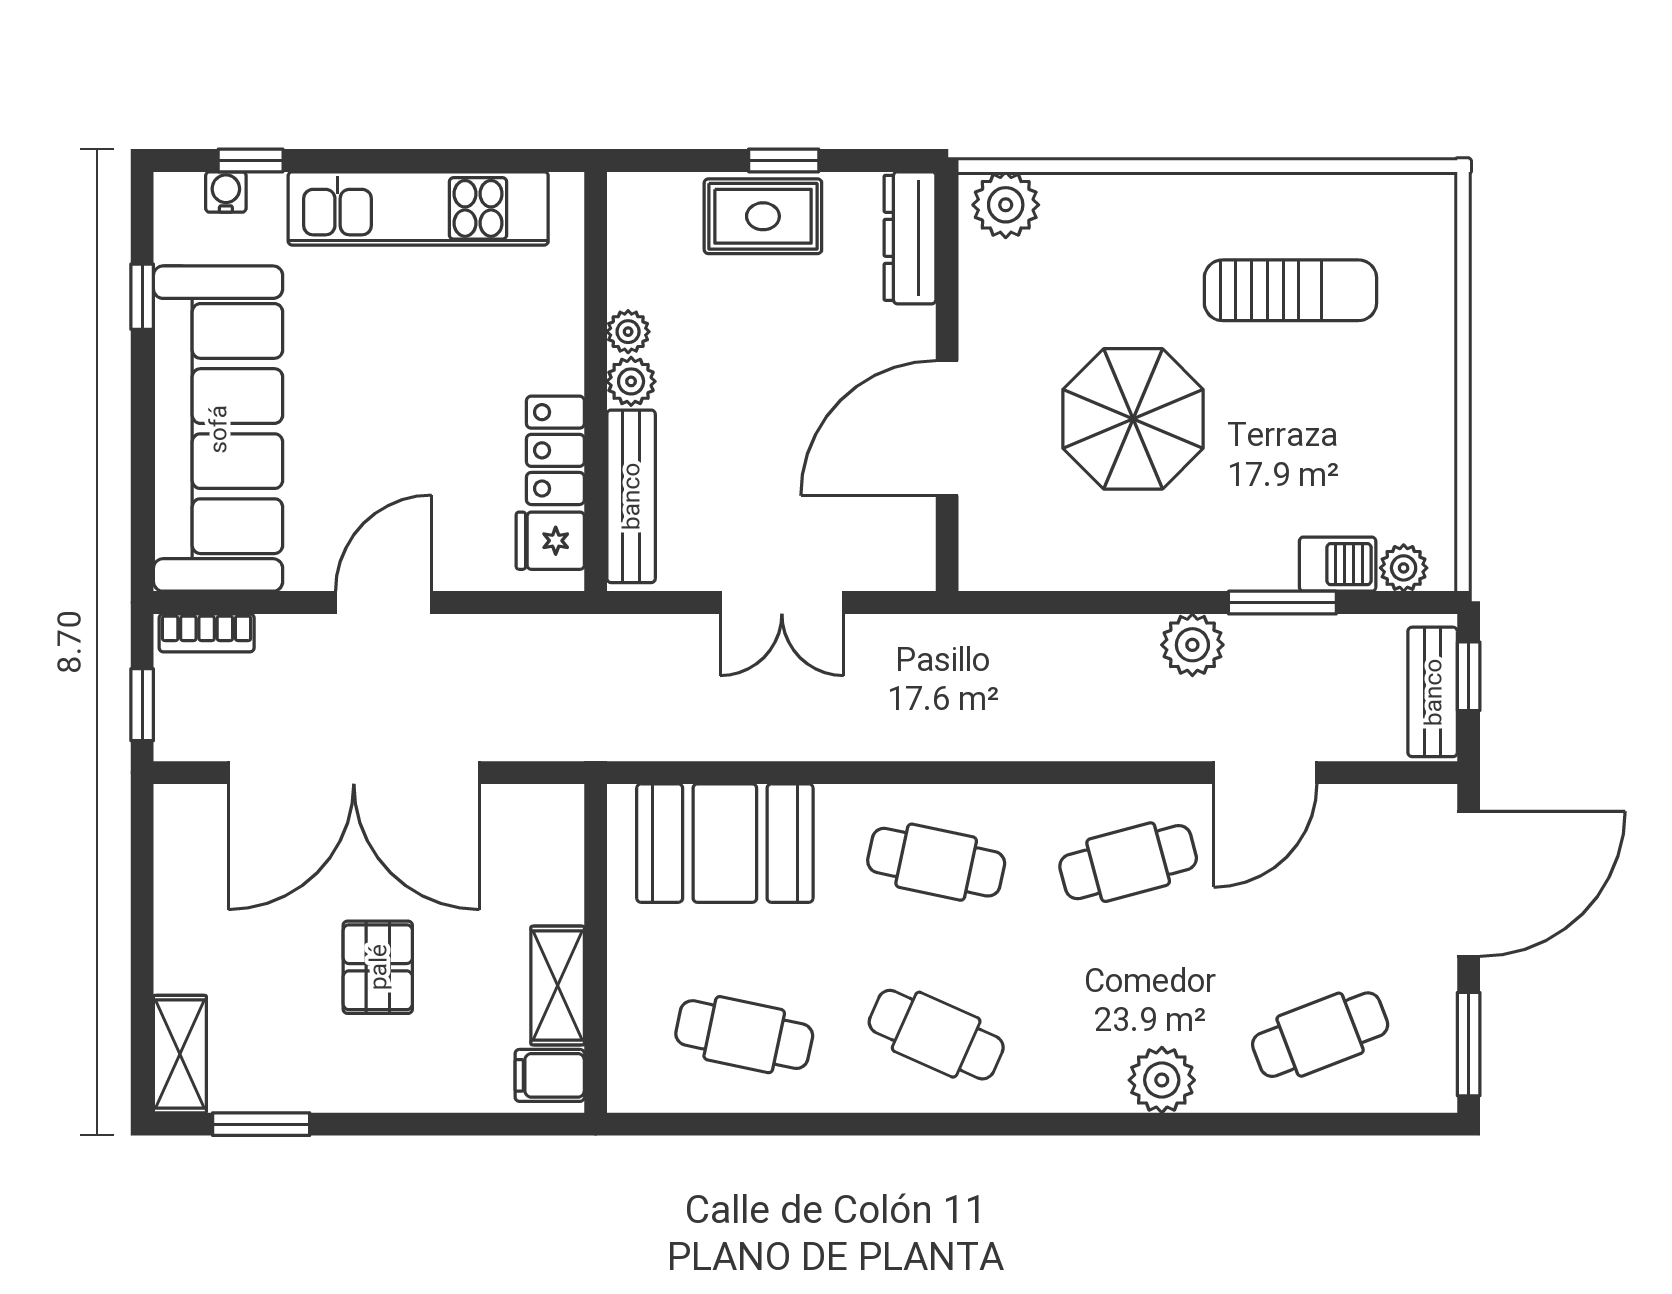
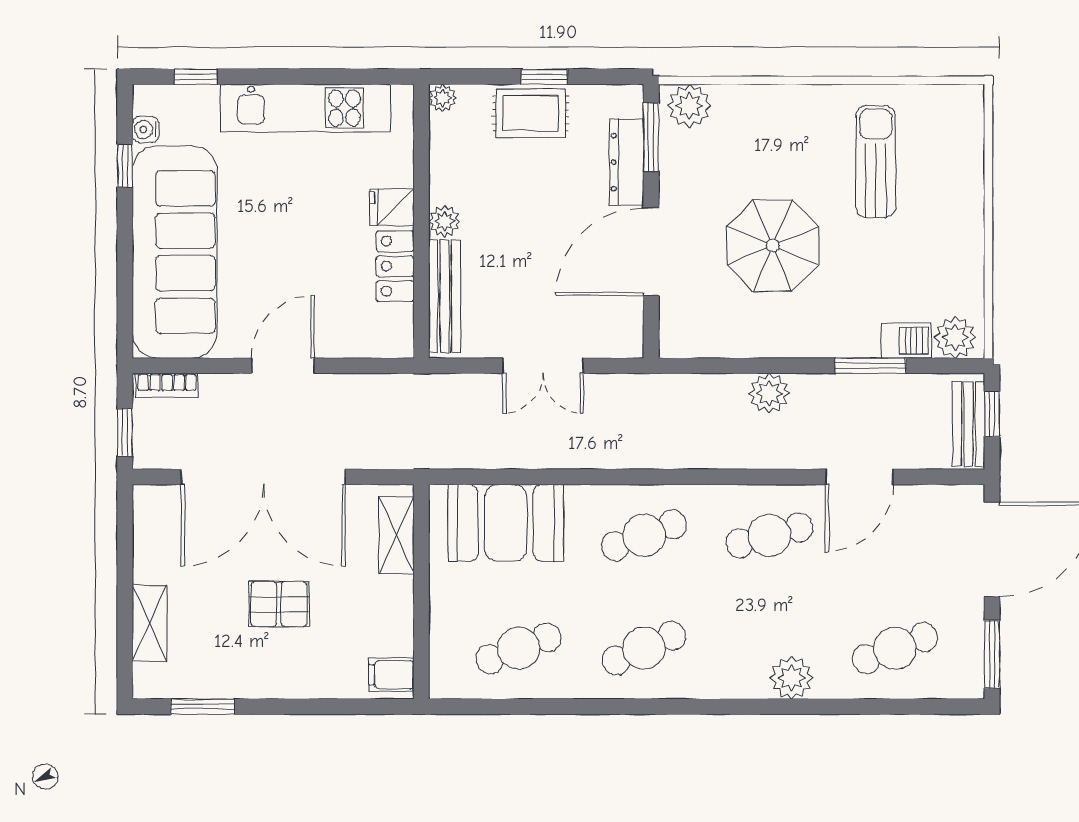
water cooler: (226, 192) -> (146, 129), moved, turned -90
dresser: (910, 238) -> (627, 162), moved
window: (947, 253) -> (651, 137), added
sun lounger: (1290, 290) -> (876, 162), turned -90
plant: (628, 332) -> (443, 98), moved
fridge: (550, 541) -> (392, 207), moved
plant: (1404, 568) -> (955, 337), width x1.38, depth x1.38
plant: (1192, 645) -> (769, 393), moved
cafe table: (936, 862) -> (644, 535), turned -33
pallet: (378, 967) -> (279, 604), turned 90
shelving: (558, 986) -> (396, 535), moved
cafe table: (744, 1035) -> (518, 648), turned -33
cafe table: (936, 1035) -> (644, 648), turned -48
shelving: (180, 1054) -> (150, 623), moved

